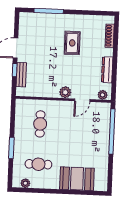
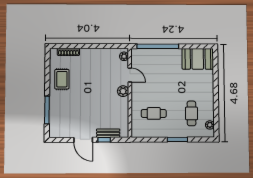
rug: (72, 43) -> (62, 79), moved, turned 90
dresser: (107, 70) -> (100, 53), removed
booth: (77, 179) -> (198, 59), moved, turned 90

